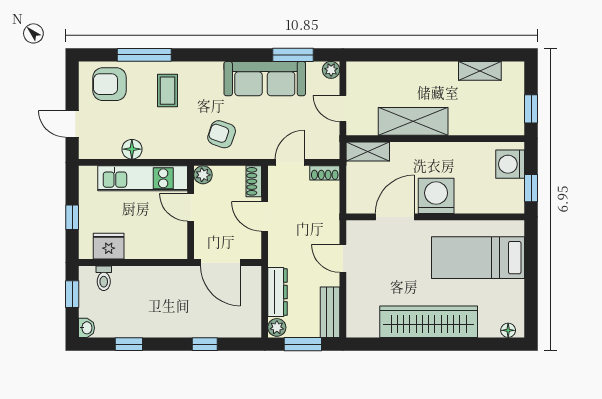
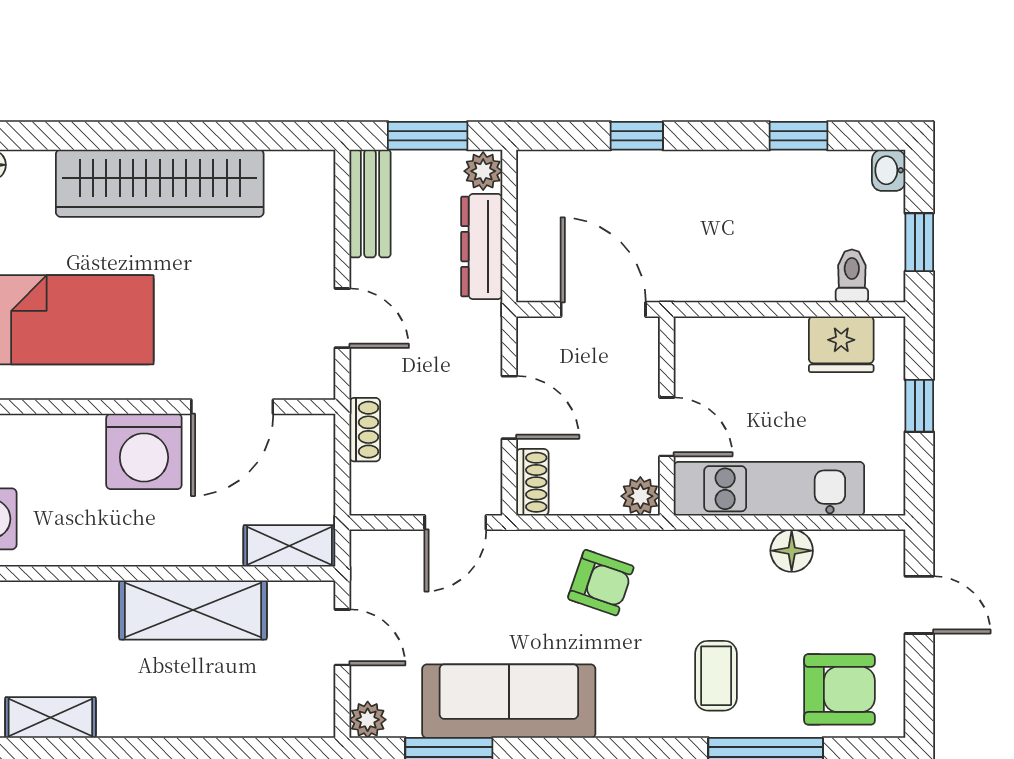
shoe rack: (325, 173) -> (365, 430), moved, turned 90

